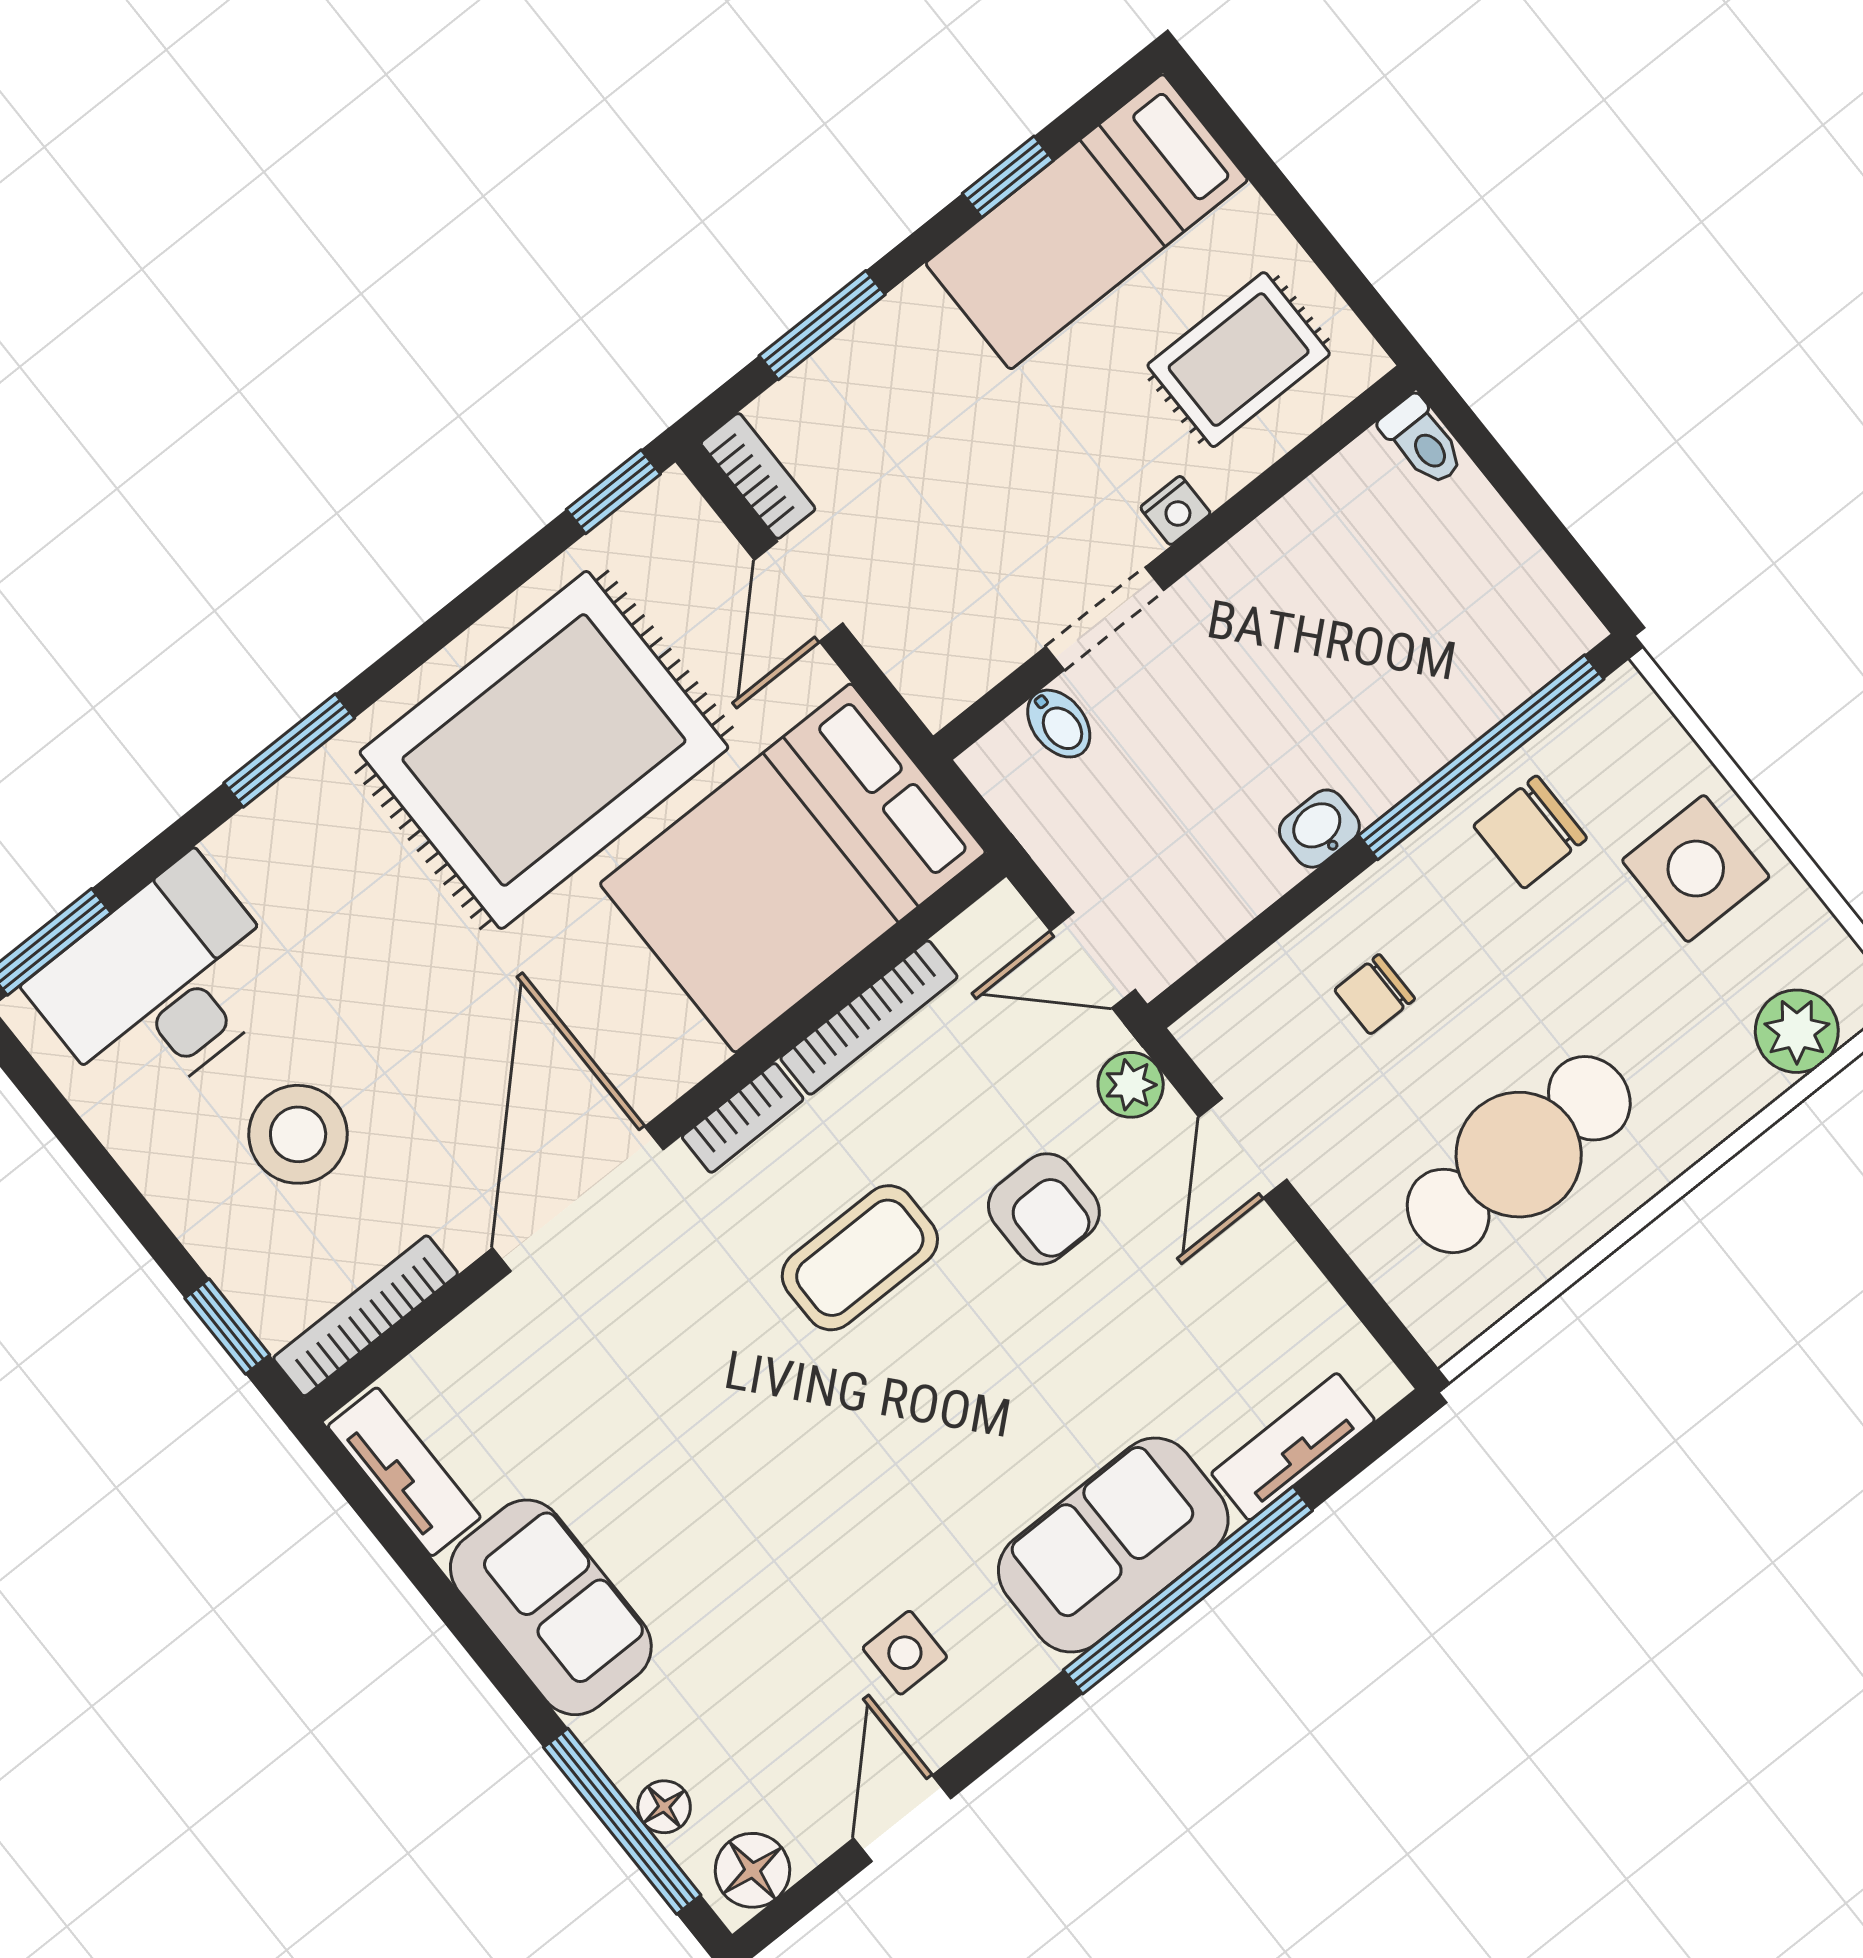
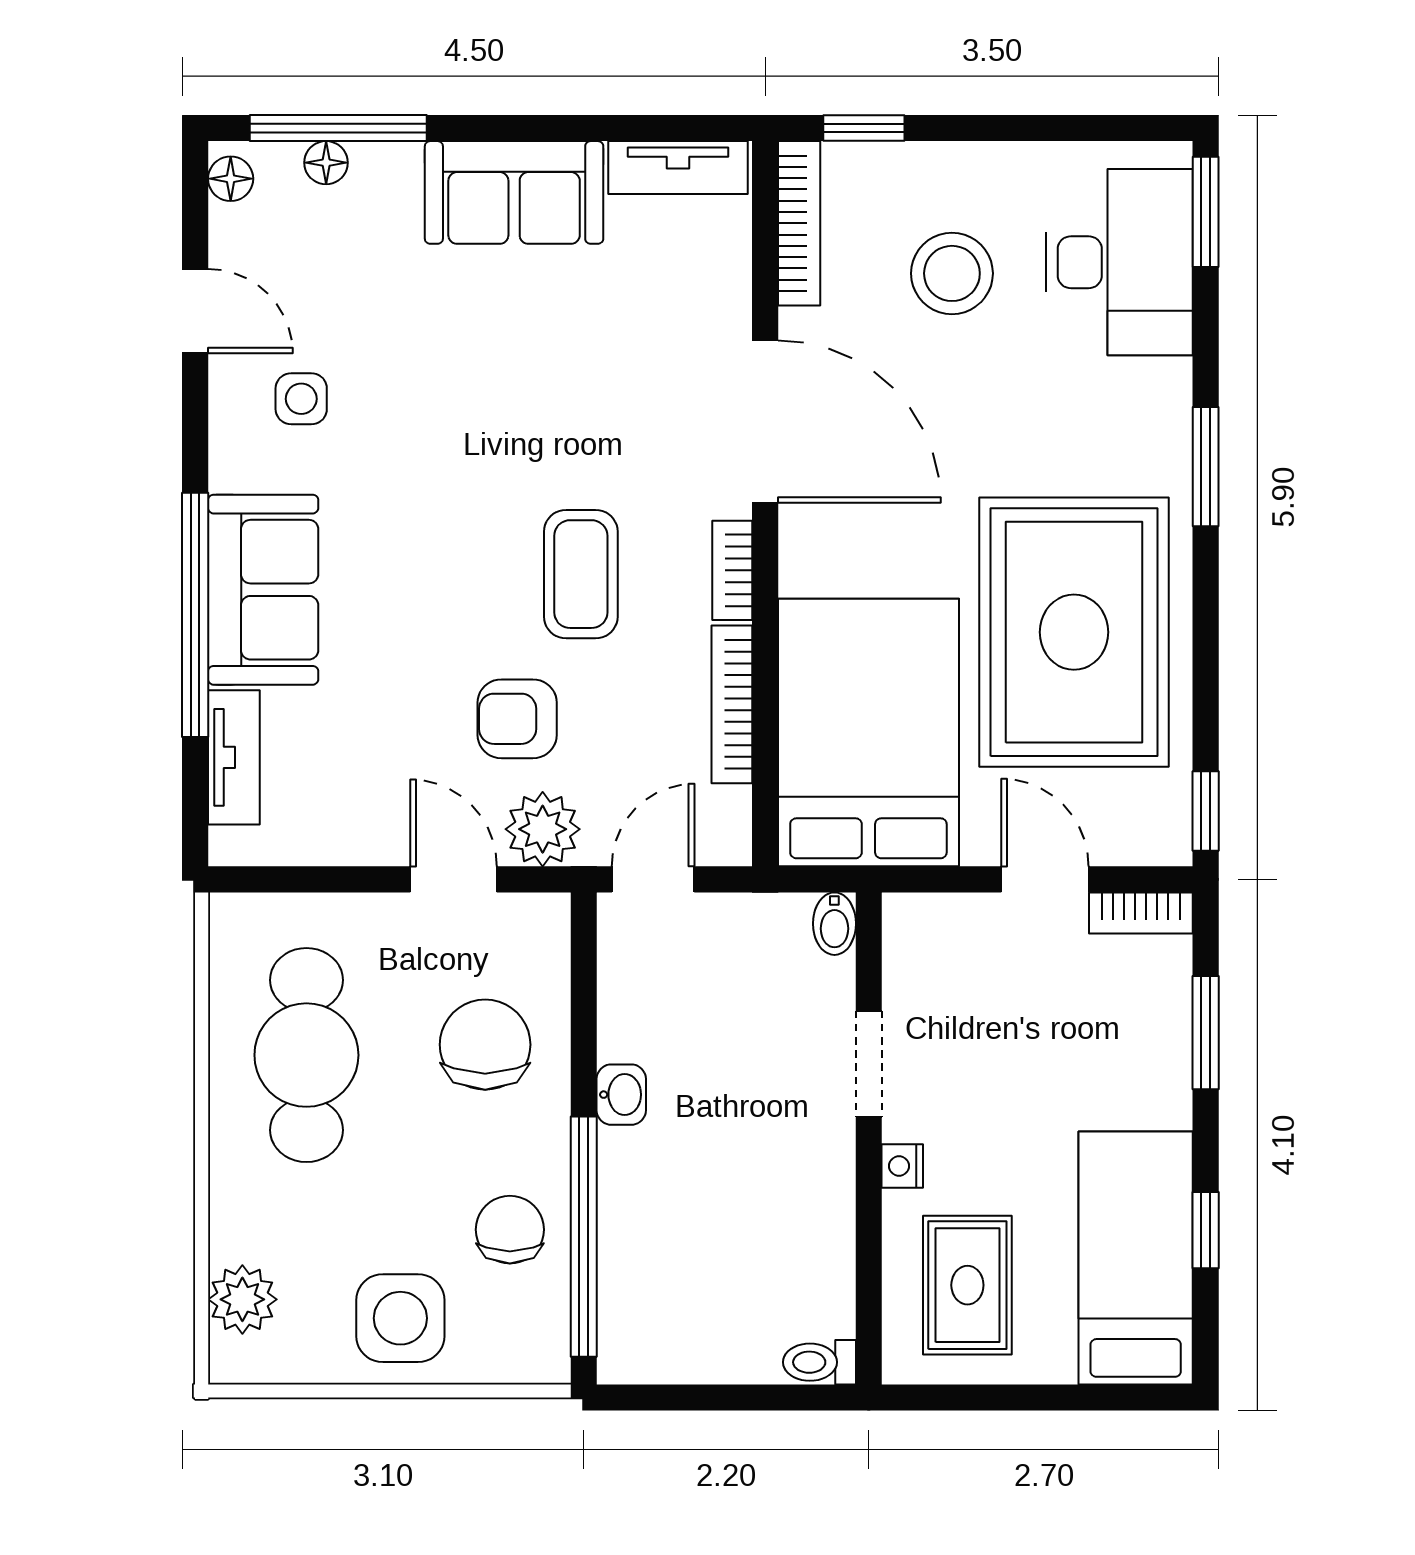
bidet: (1059, 724) -> (834, 924), moved, turned -90
chair: (1375, 994) -> (485, 1045), width x1.87, depth x1.87
plant: (1131, 1085) -> (543, 829), width x1.38, depth x1.38
floor lamp: (752, 1870) -> (231, 179), width x0.73, depth x0.73

